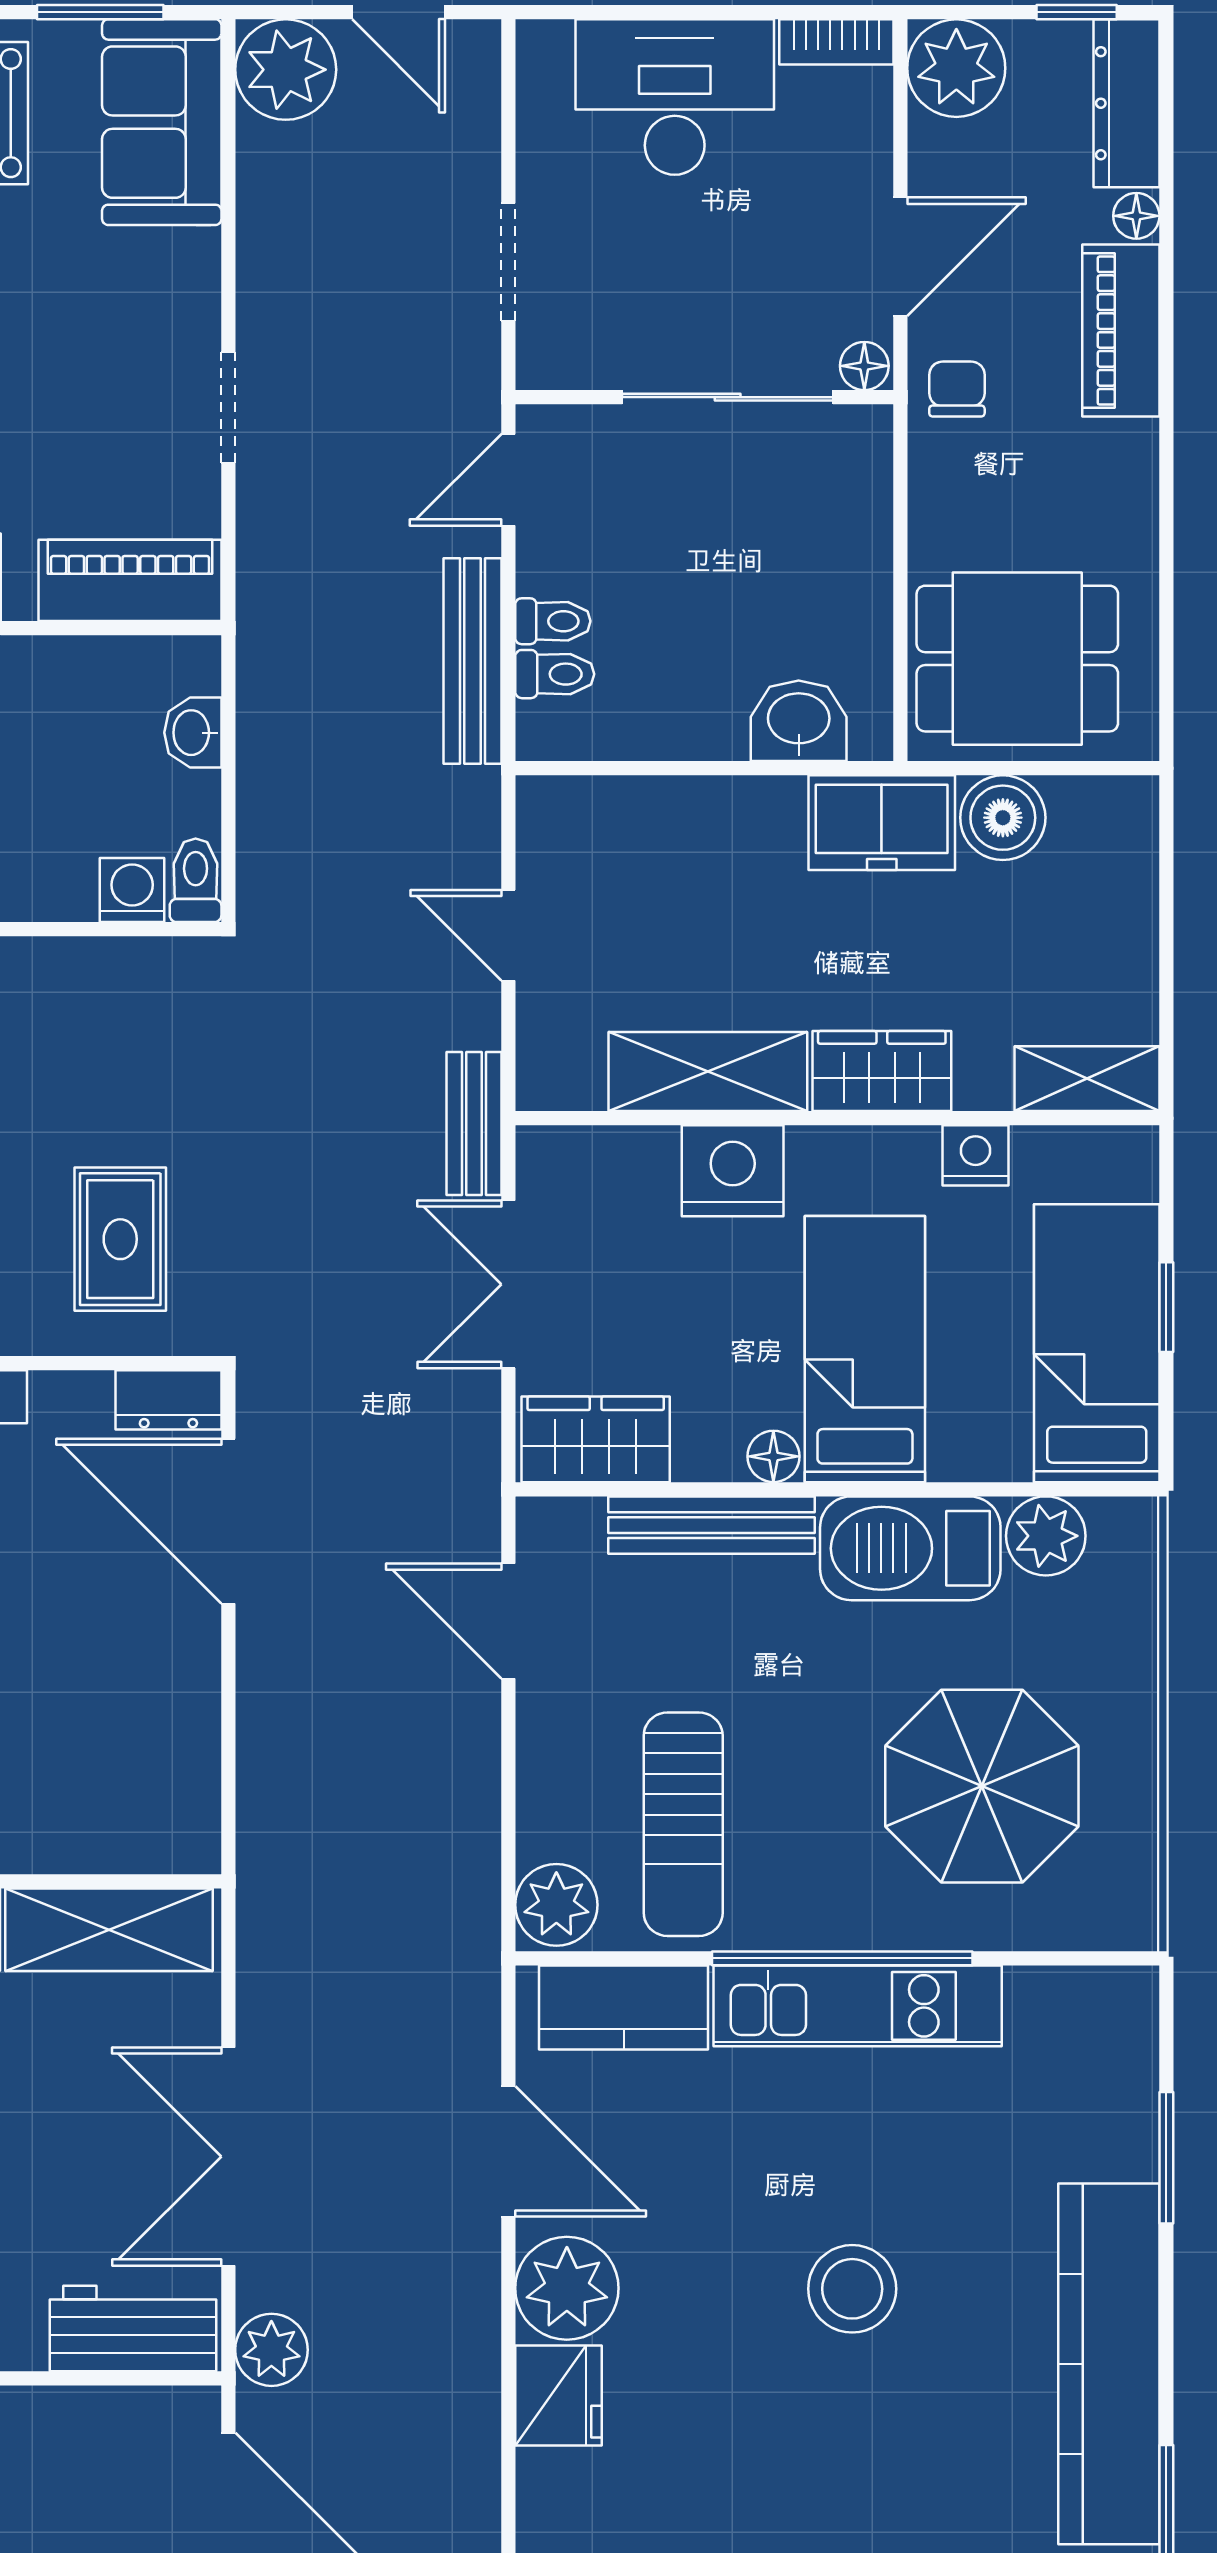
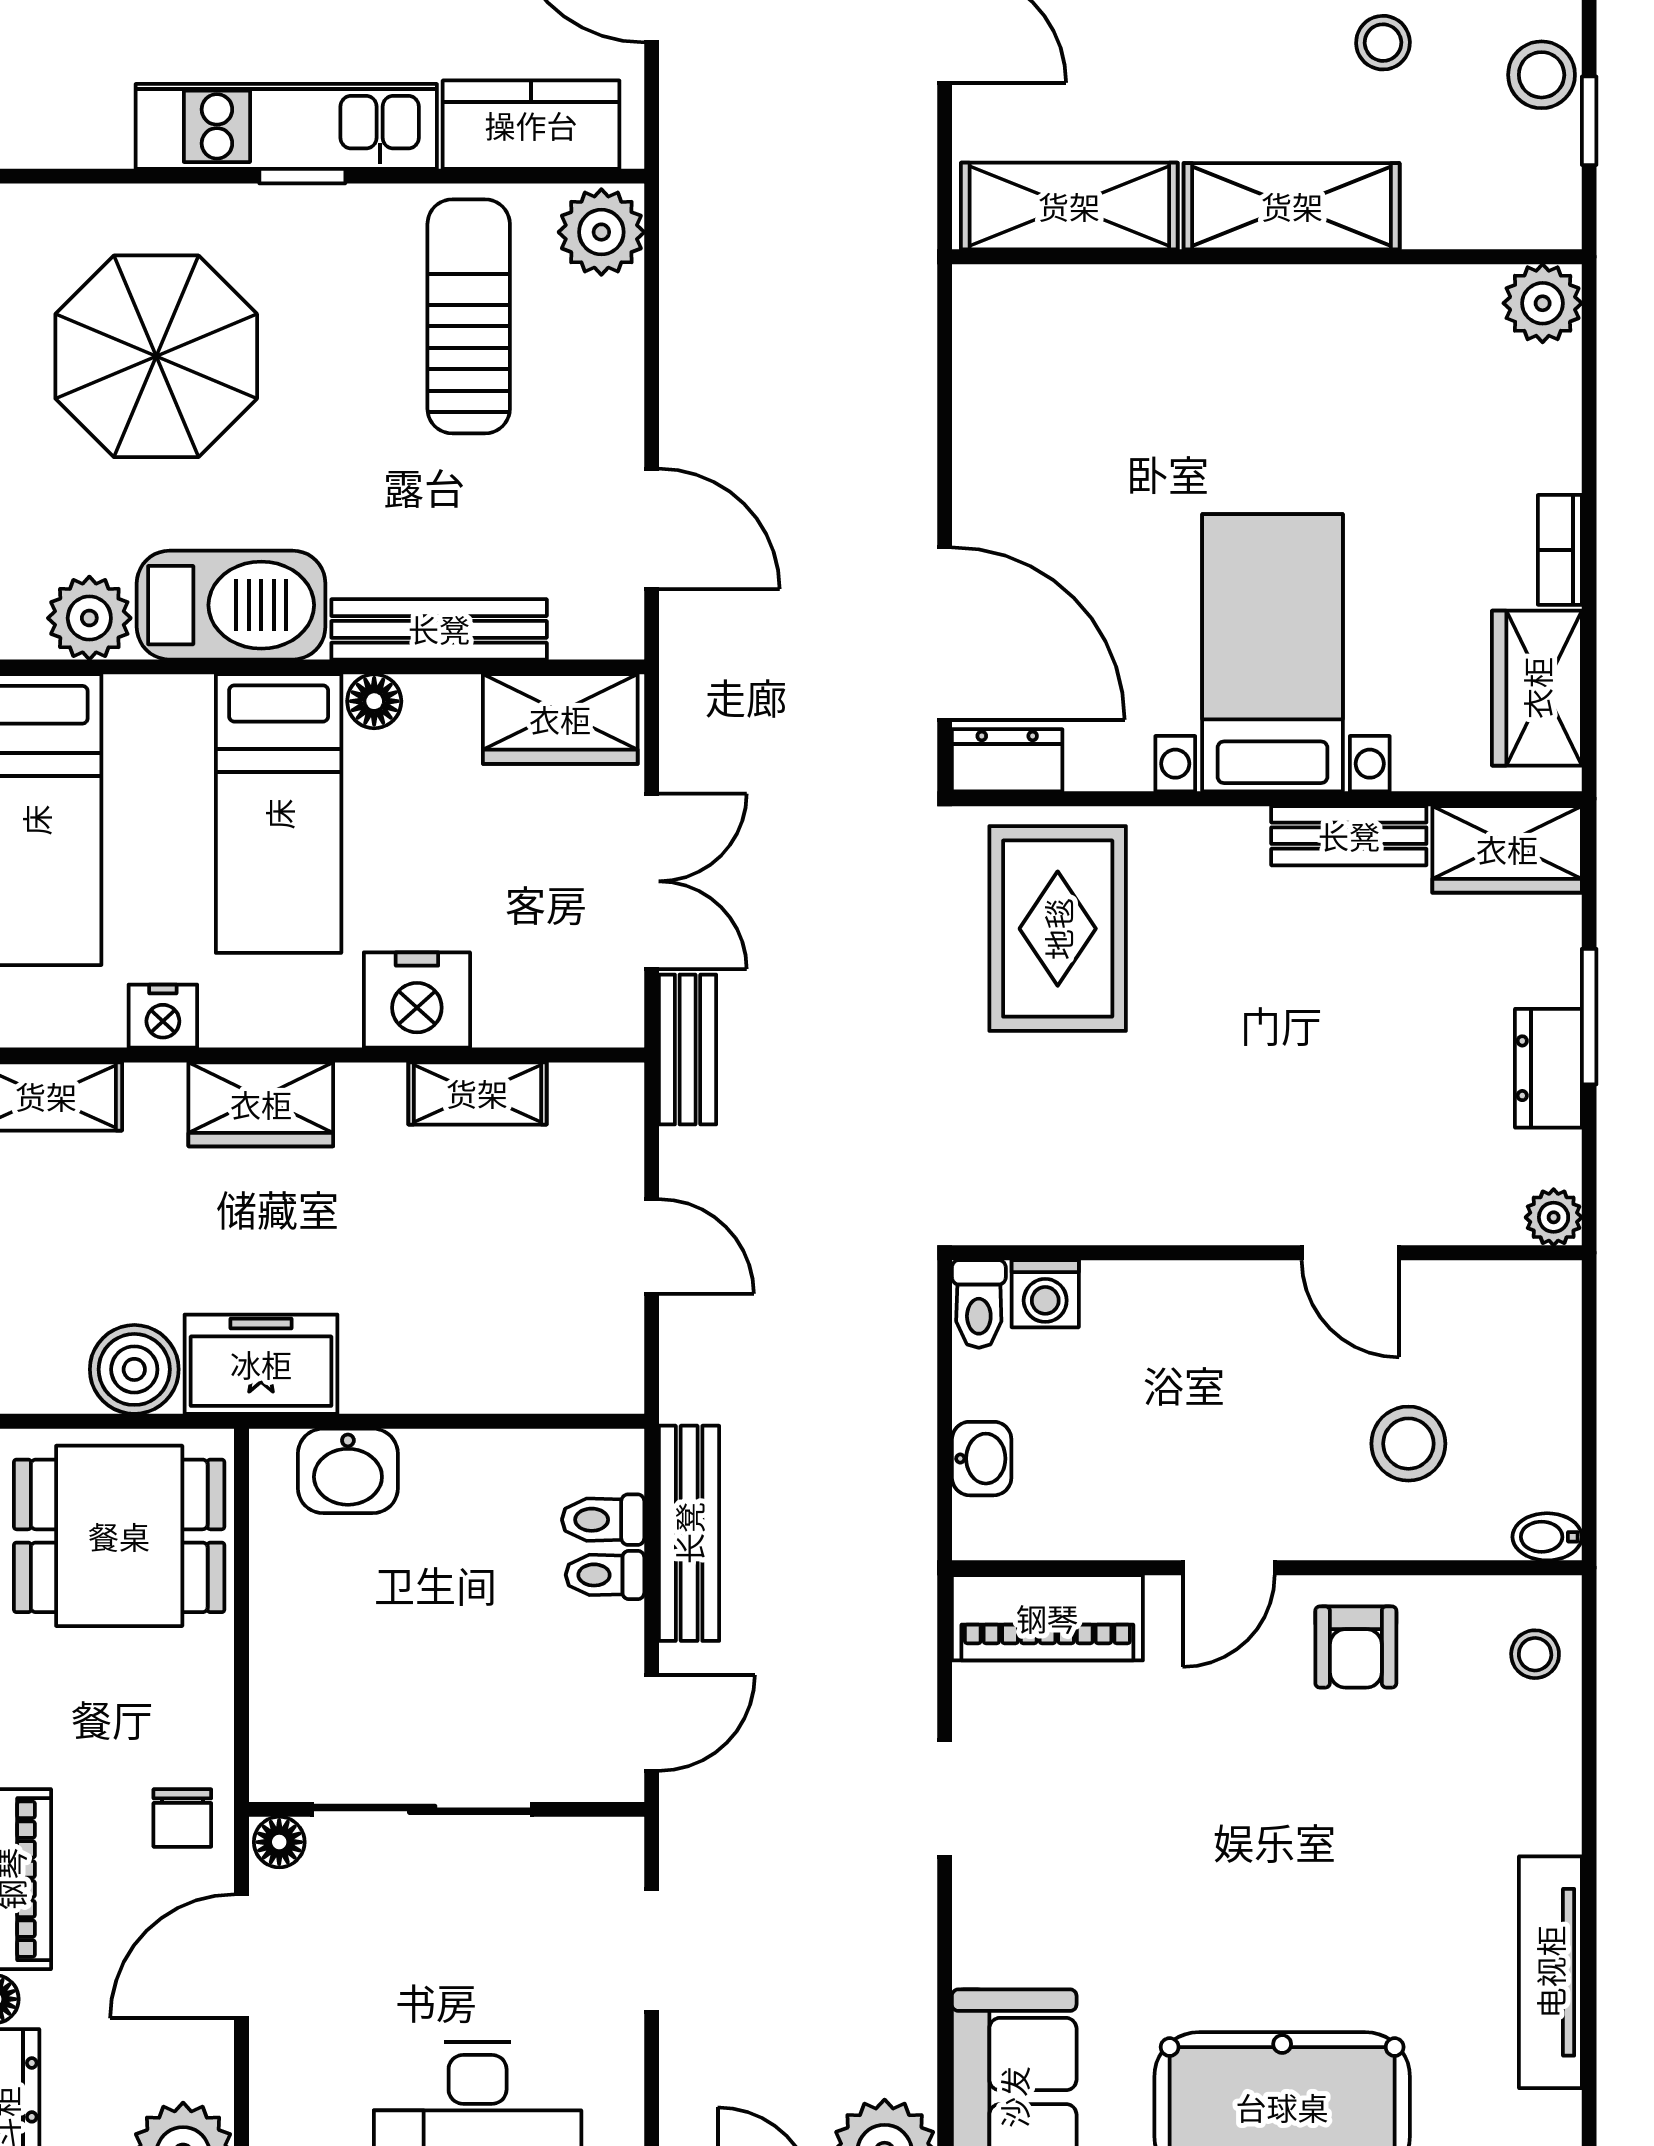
shelving: (708, 1072) -> (477, 1093), width x0.67, depth x0.75
rug: (120, 1239) -> (1058, 929), width x1.36, depth x1.43
window: (842, 1958) -> (302, 176), width x0.32

